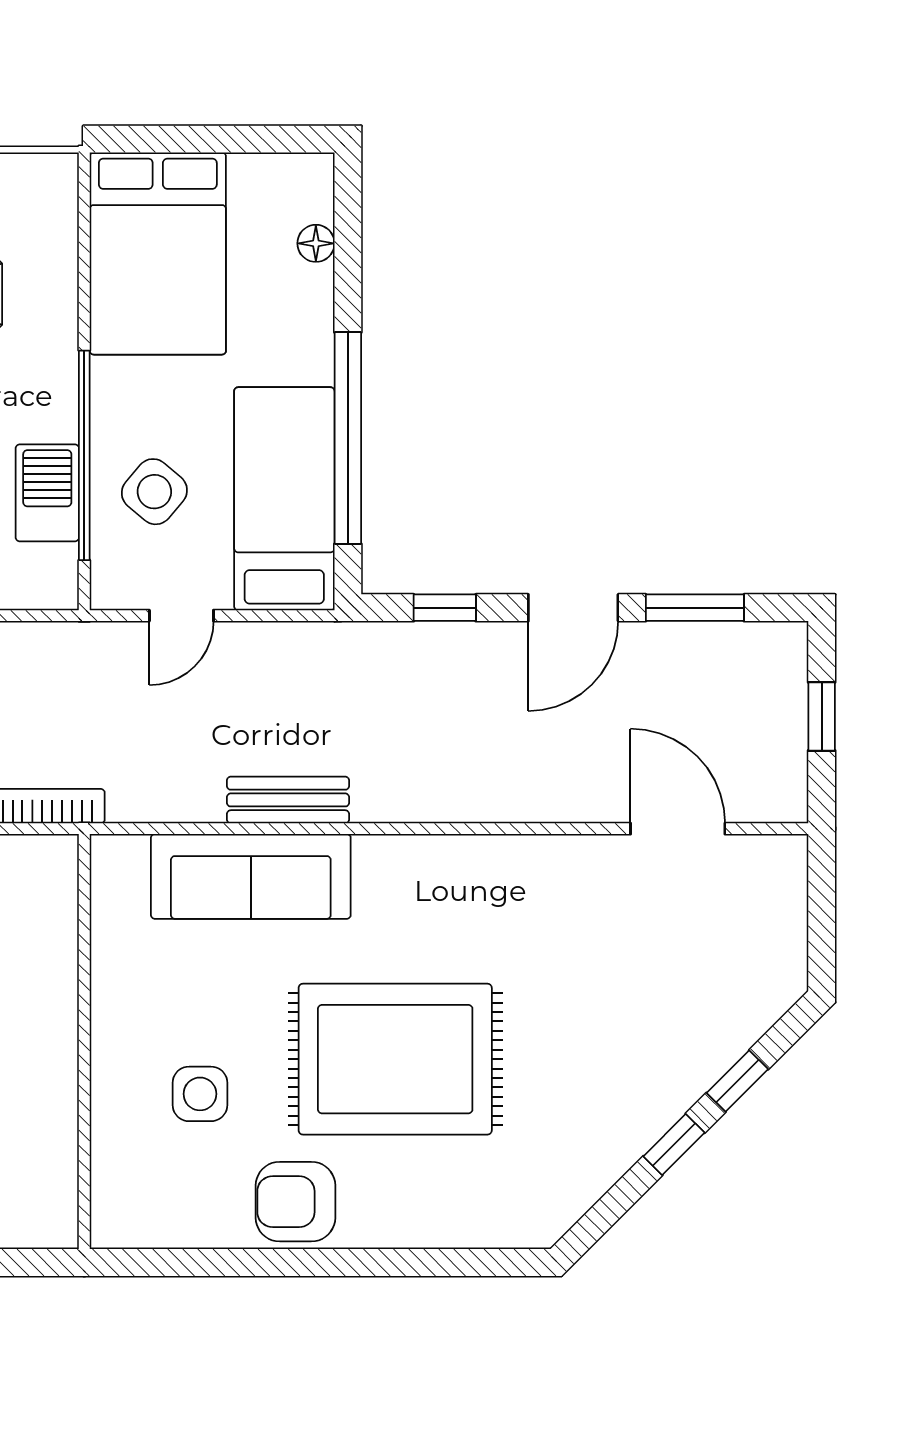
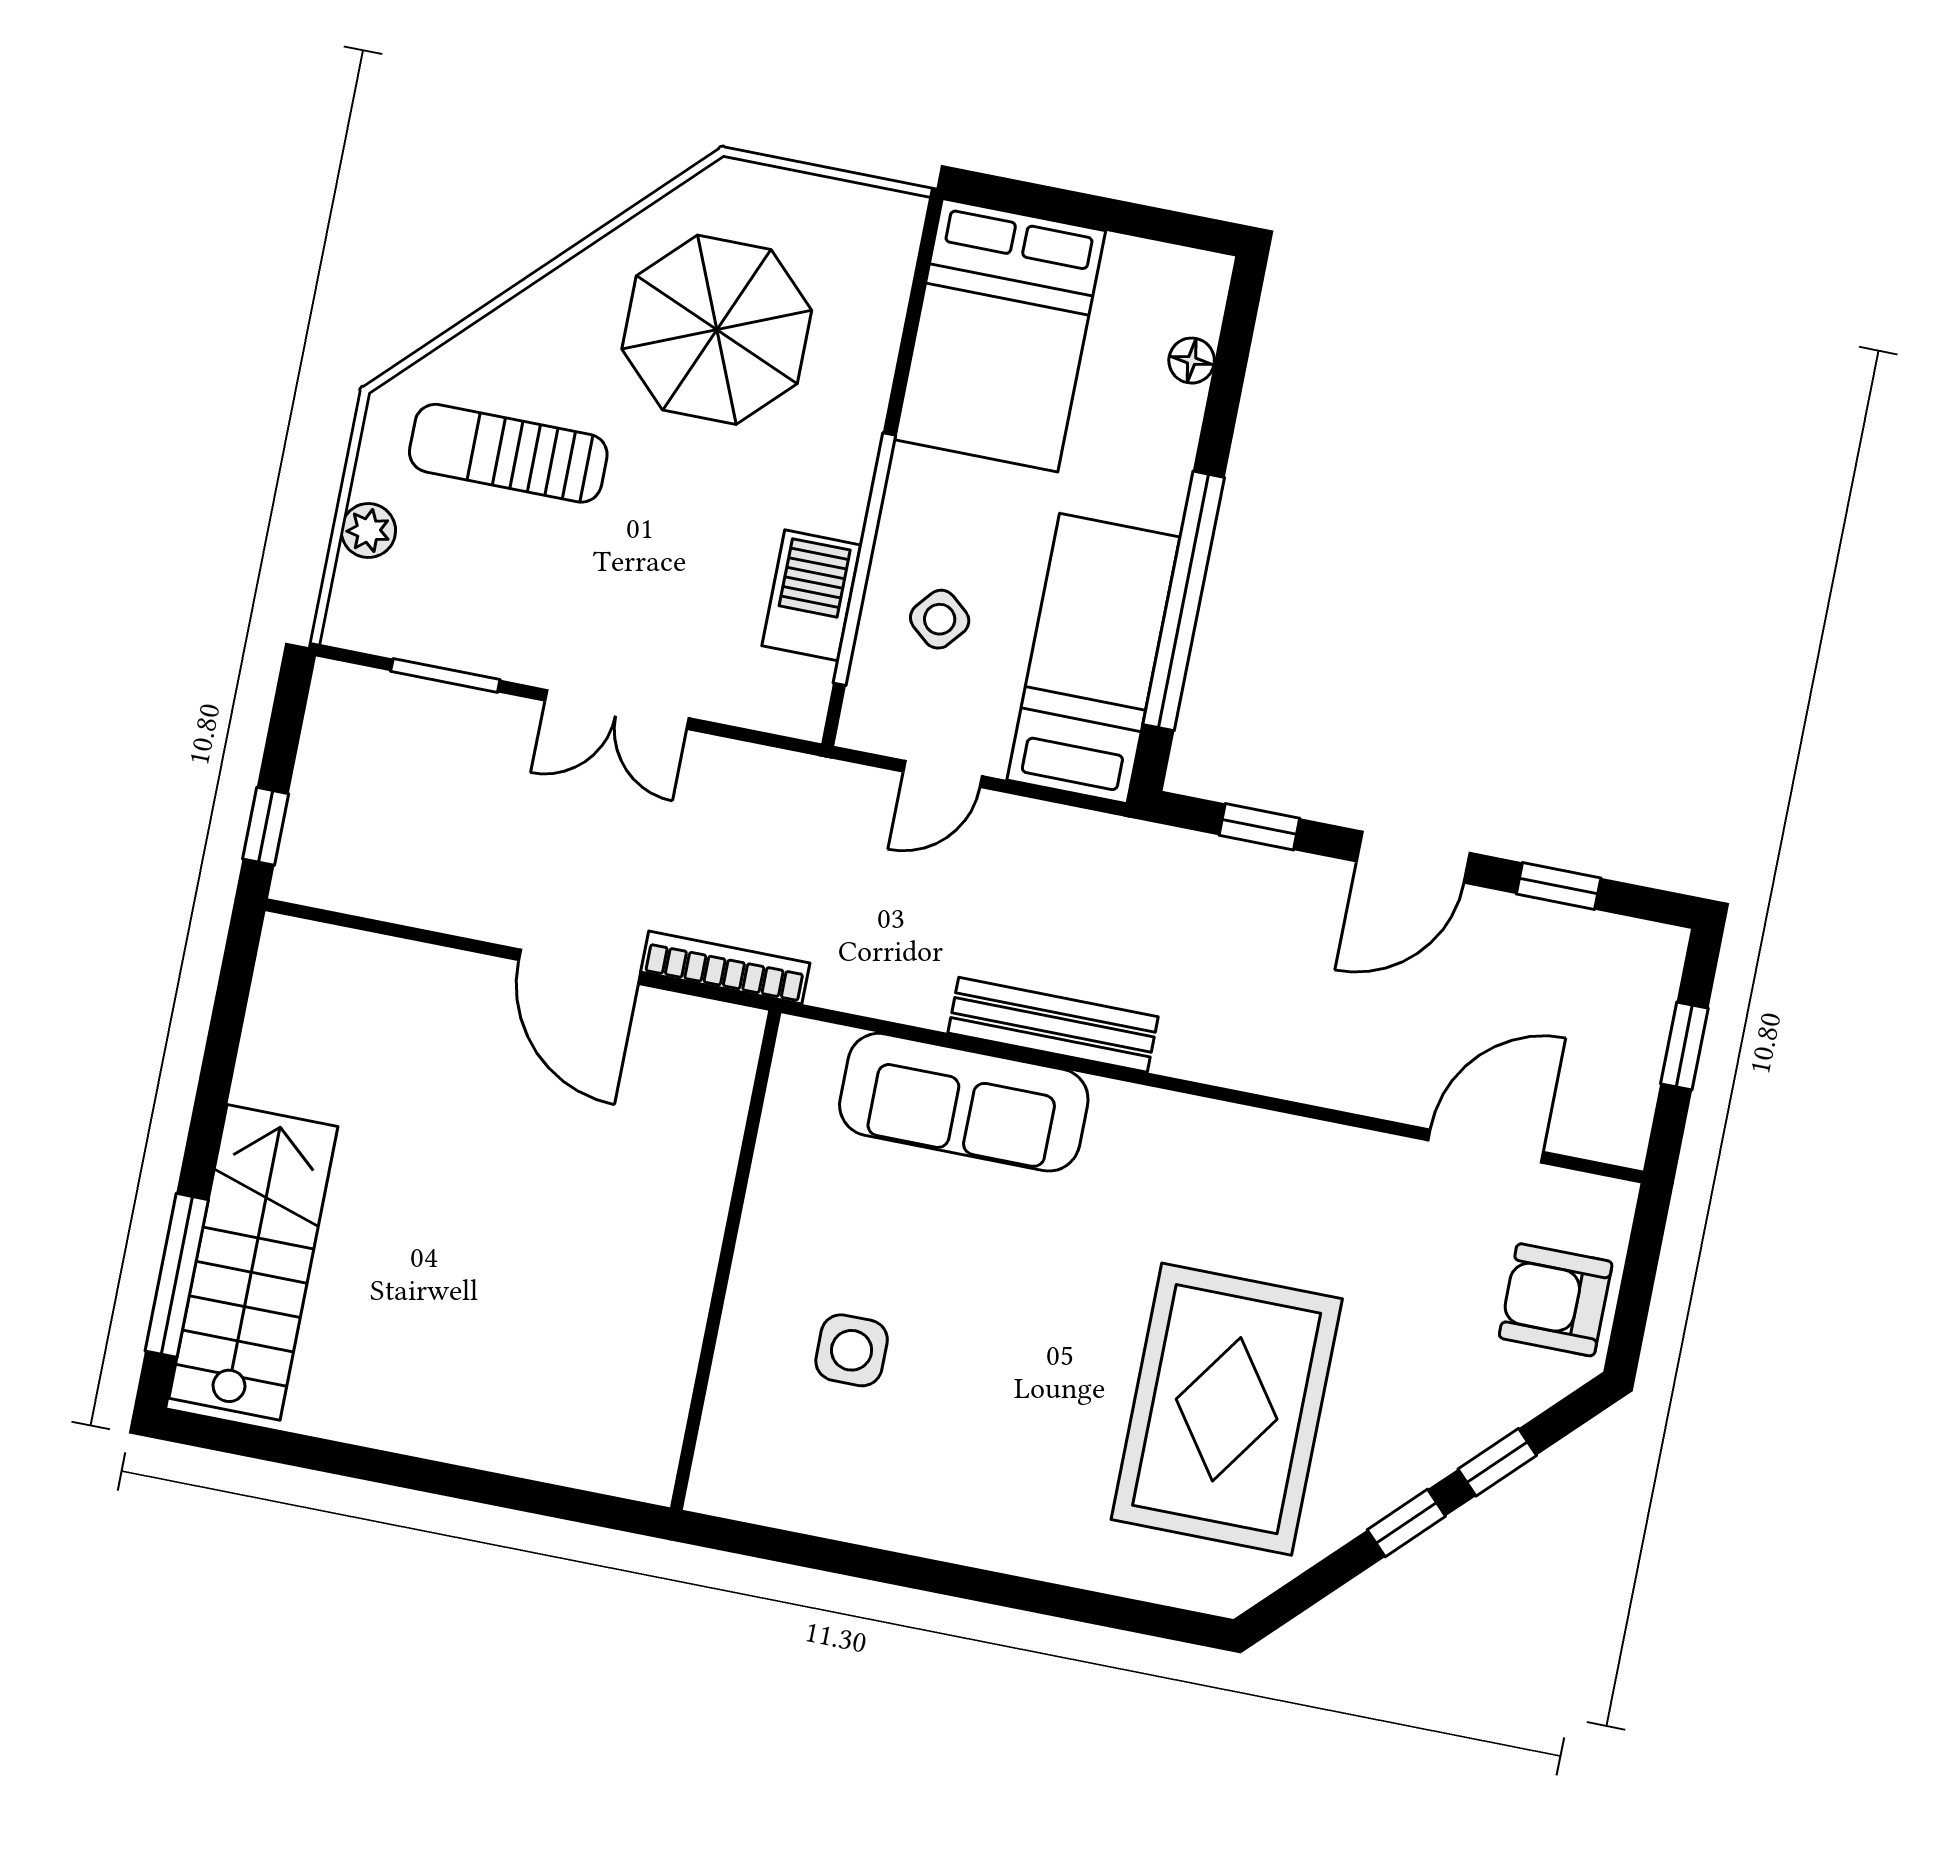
side table: (154, 492) -> (940, 619), width x0.73, depth x0.73
window: (695, 608) -> (1559, 886), width x0.67
bench: (288, 800) -> (1053, 1025), width x1.36
door: (678, 829) -> (1486, 1146), hinge flipped
rug: (395, 1059) -> (1227, 1409), moved, turned 90
armchair: (295, 1202) -> (1556, 1300), moved

